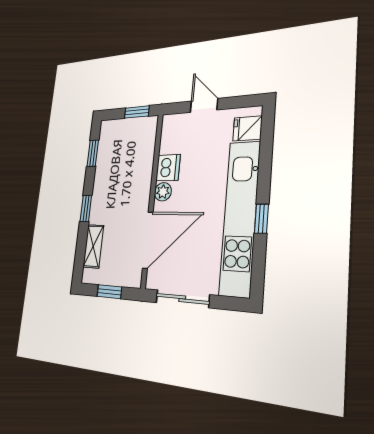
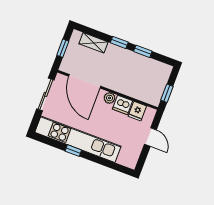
door: (204, 105) -> (150, 137), hinge flipped
fridge: (247, 128) -> (137, 111), moved, turned 180
window: (93, 153) -> (143, 51), moved

